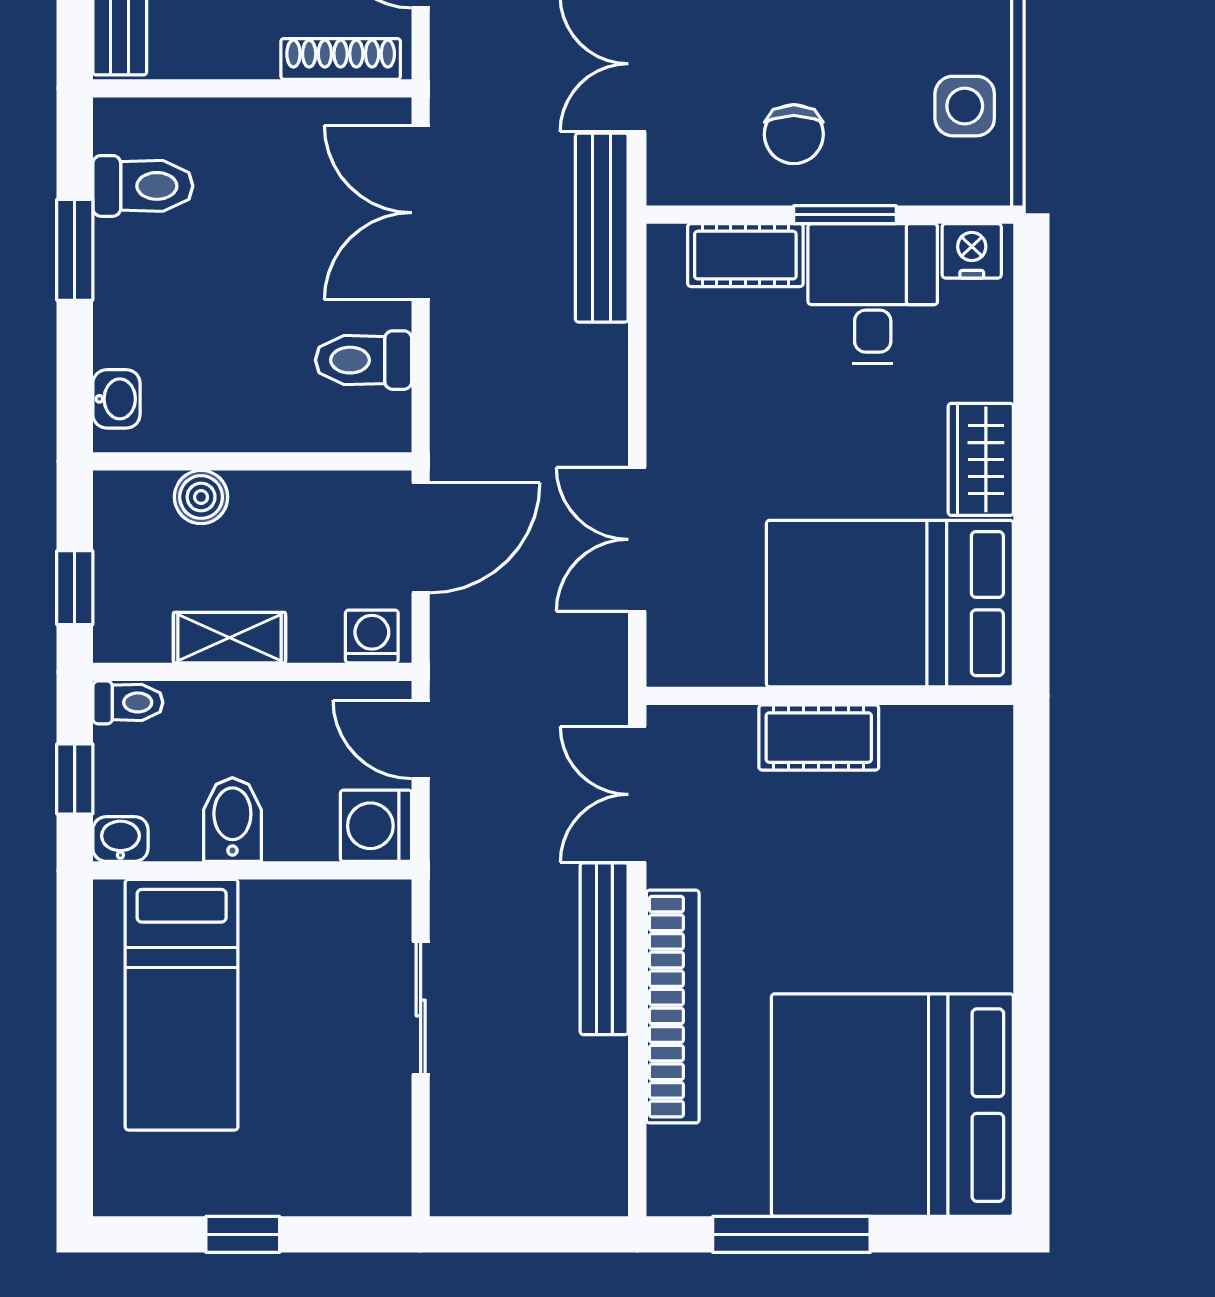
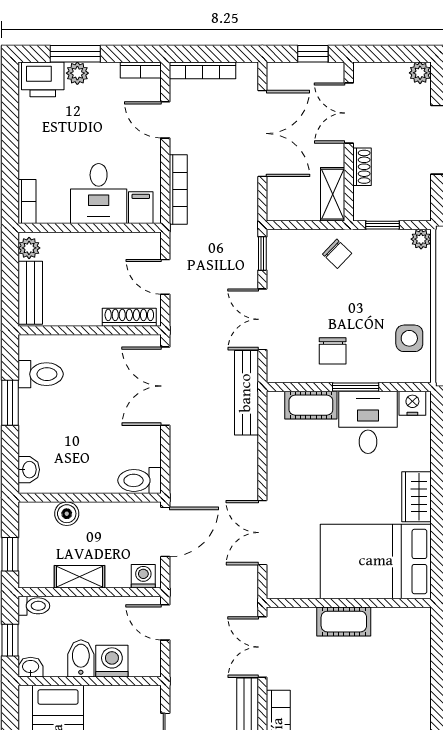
toilet: (363, 360) -> (140, 480), moved
washing machine: (376, 826) -> (112, 661), moved, turned 90

